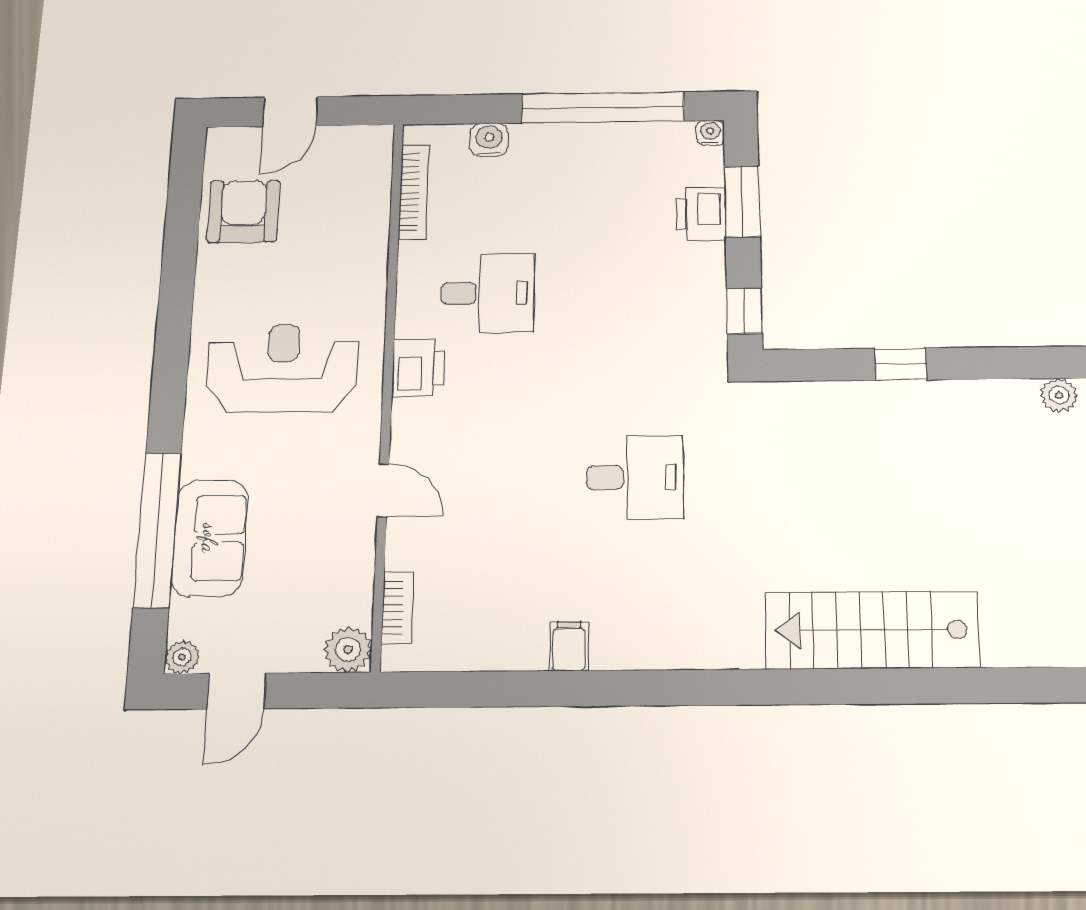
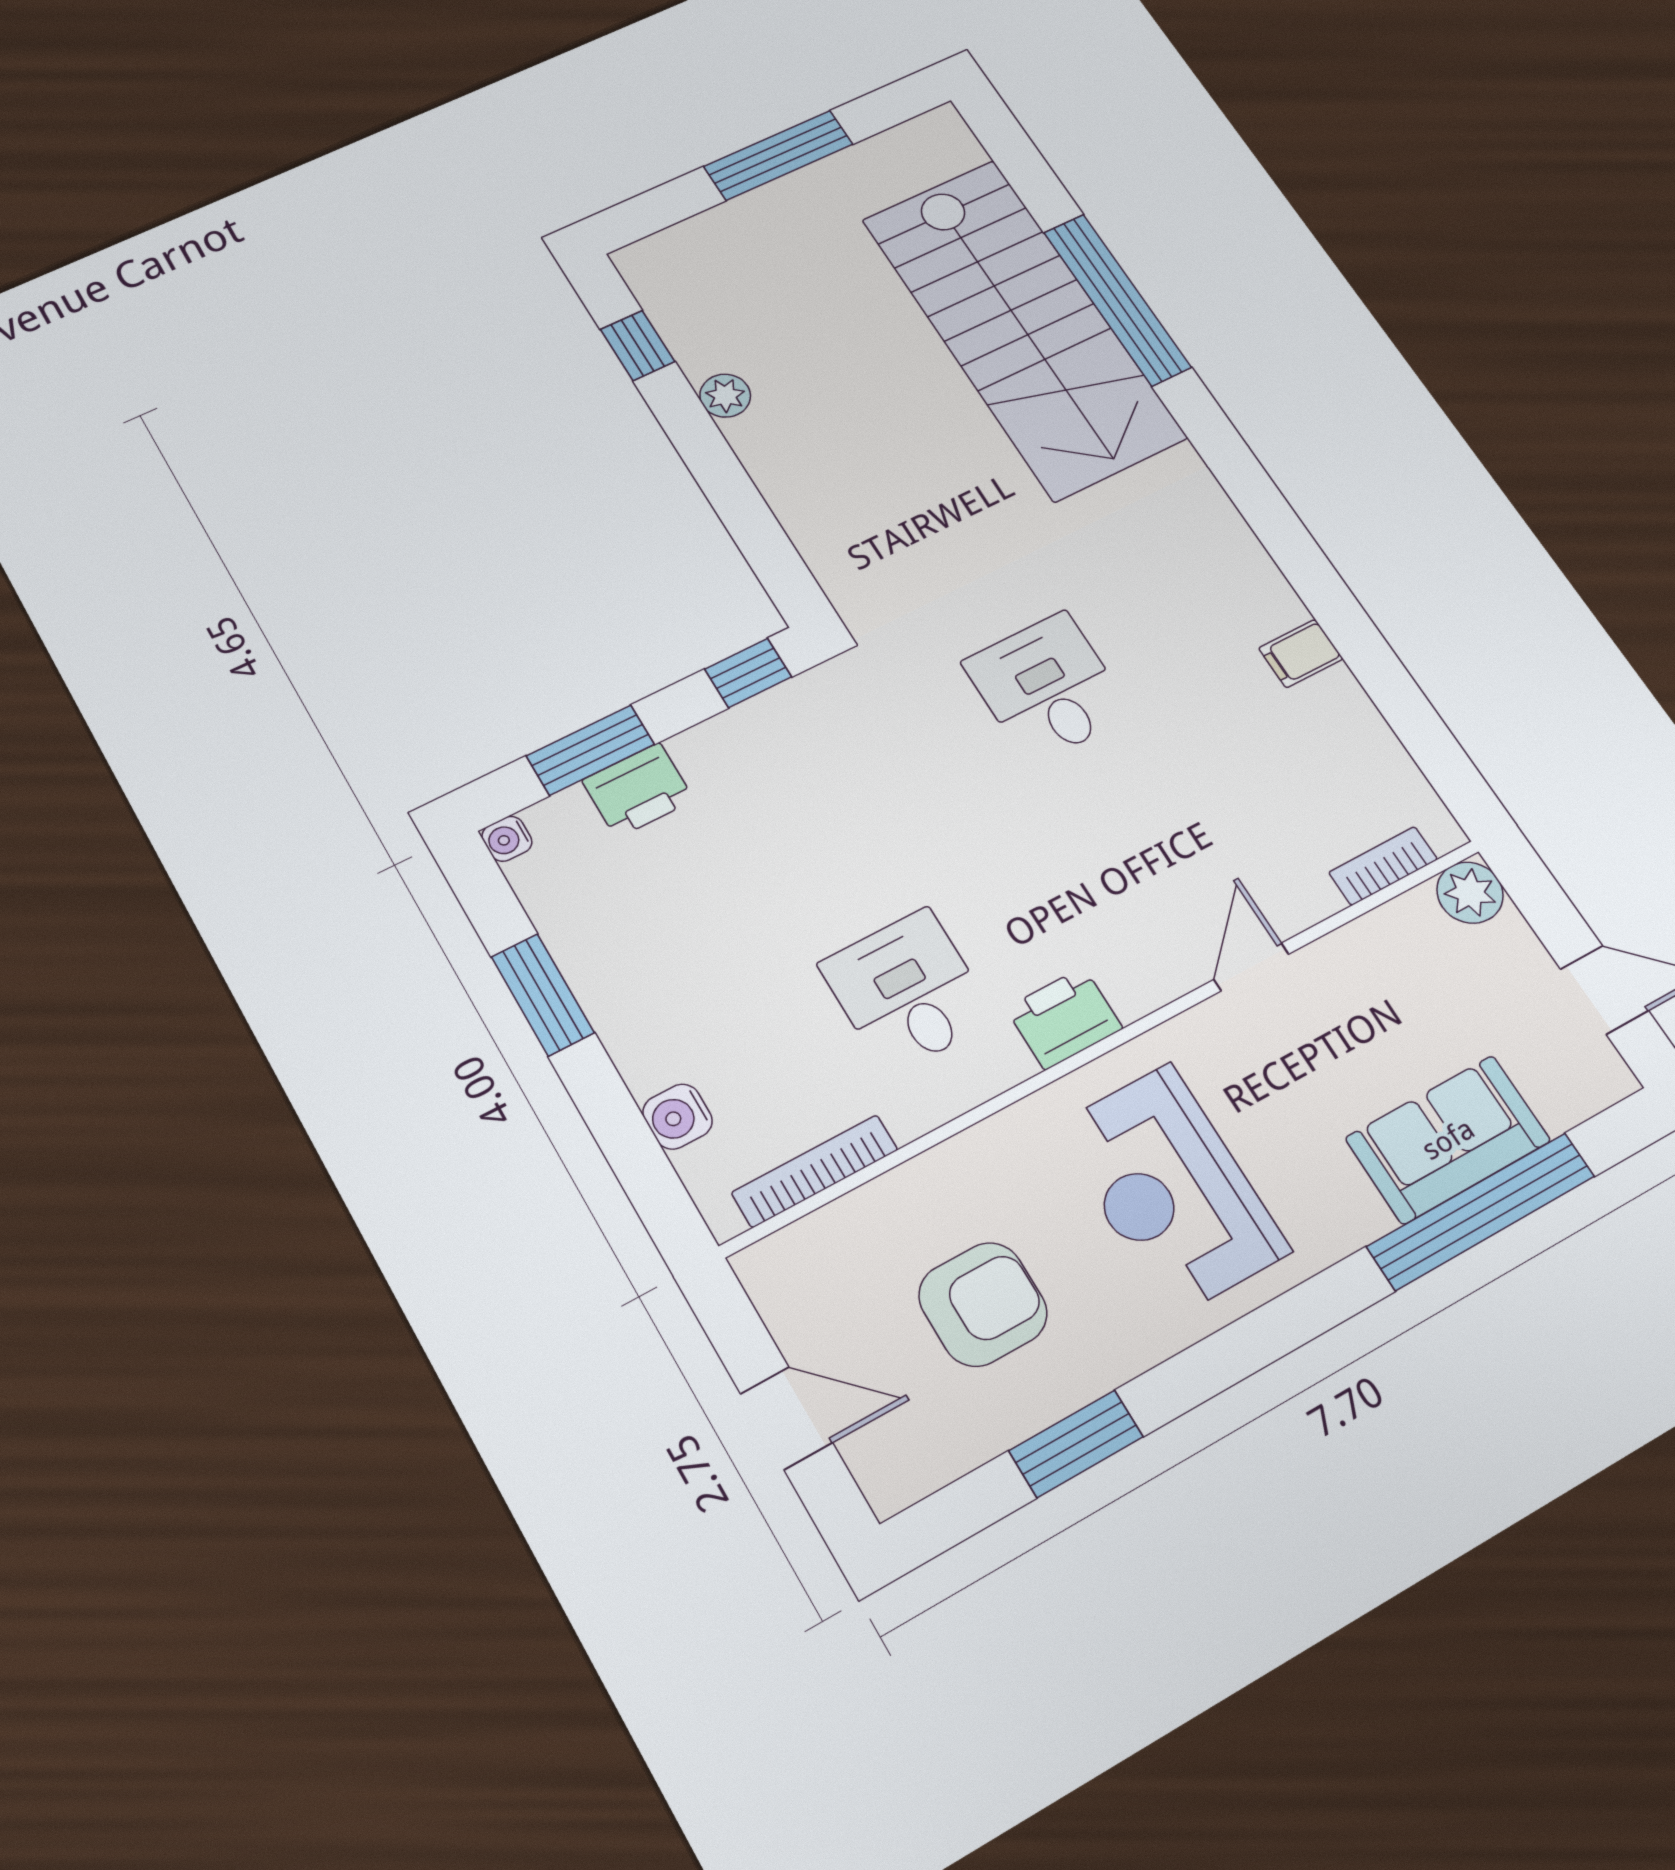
window: (603, 107) -> (543, 995), width x0.47
armchair: (244, 211) -> (983, 1304), moved, turned 180
window: (181, 242) -> (1076, 1444), added
window: (901, 364) -> (638, 345), moved
plant: (1059, 395) -> (725, 396), moved
stairs: (872, 630) -> (1023, 328), width x1.36, depth x1.51
plant: (182, 657) -> (1610, 1079), removed
window: (901, 686) -> (1117, 300), added

